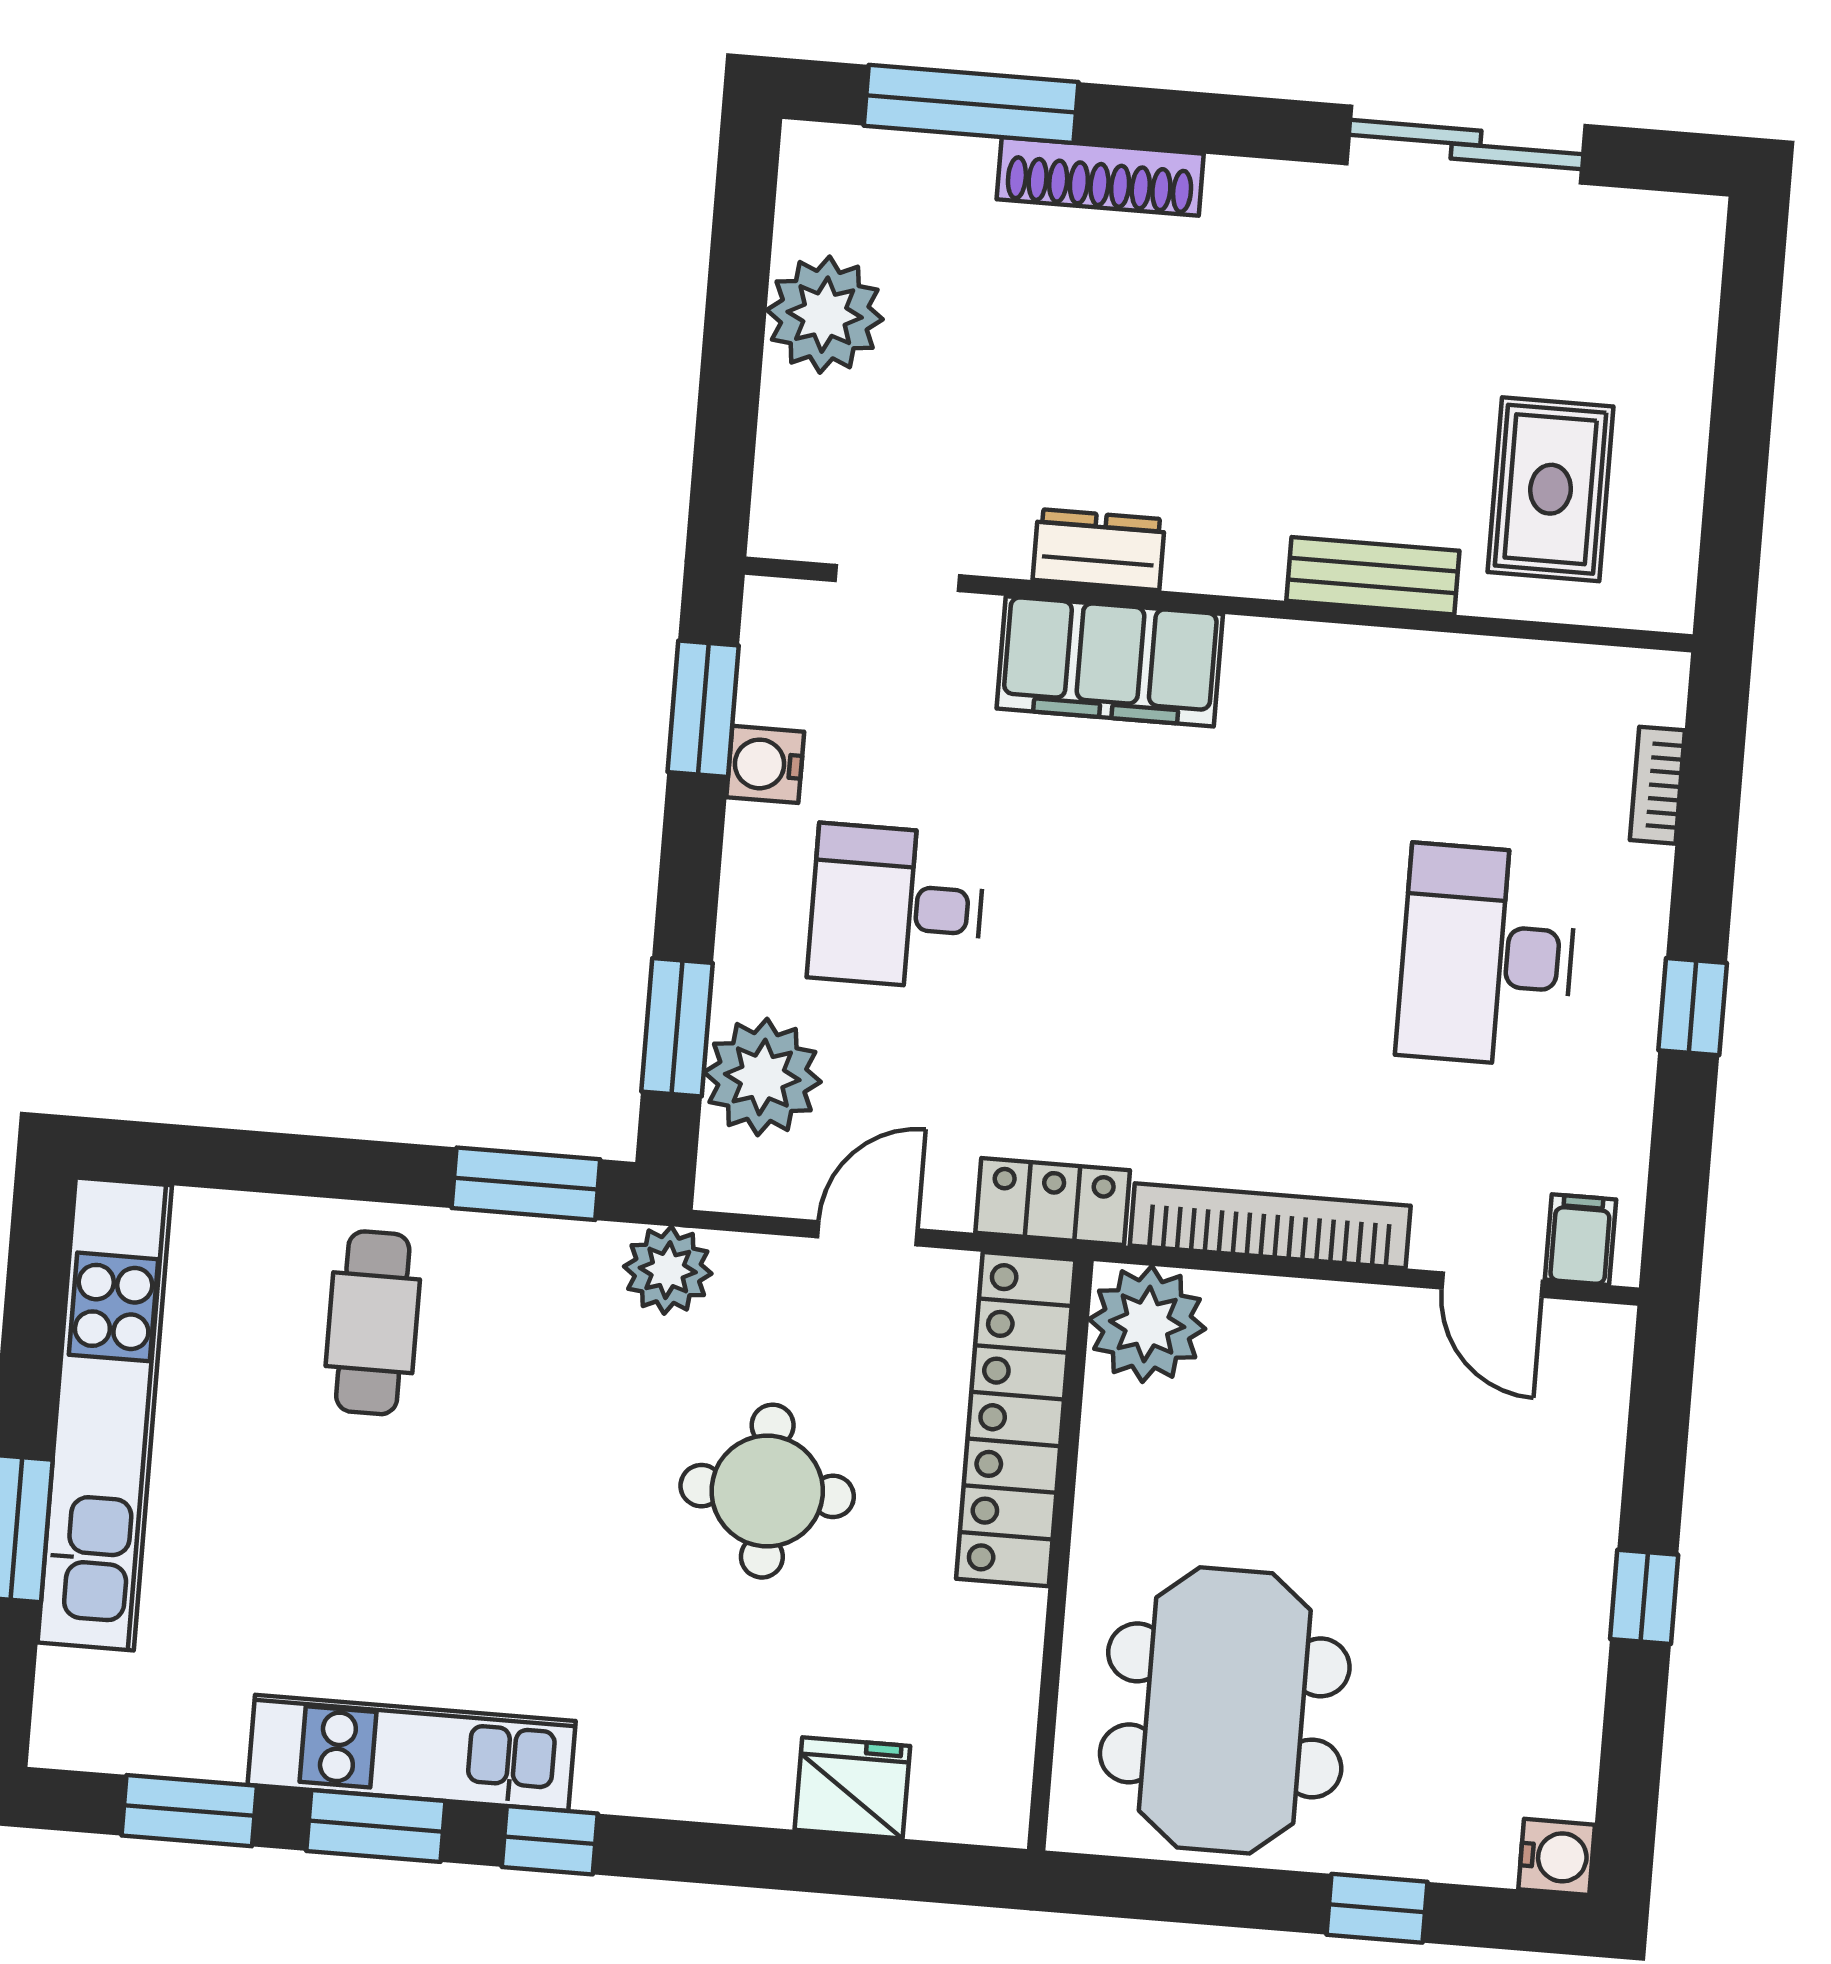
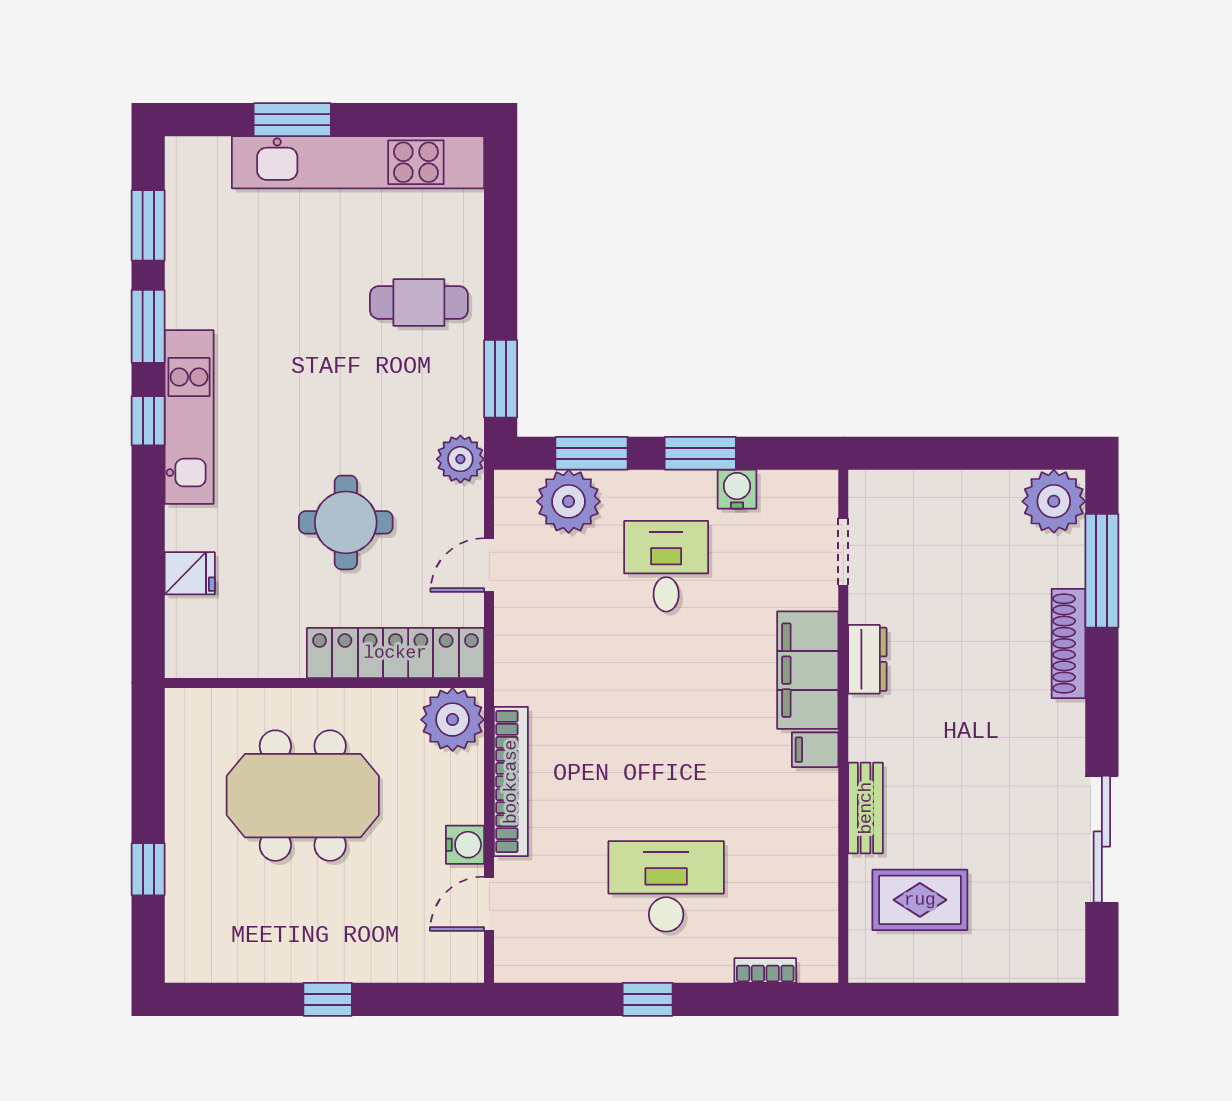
plant: (825, 315) -> (1054, 501), moved
window: (703, 709) -> (700, 453), moved
locker: (1053, 1202) -> (514, 663), removed
door: (867, 1233) -> (489, 565), swing flipped
filing cabinet: (1580, 1240) -> (815, 750), moved, turned 180
meeting table: (1225, 1710) -> (303, 796), moved
kitchen unit: (412, 1753) -> (189, 417), moved
fridge: (852, 1788) -> (190, 573), width x0.72
water cooler: (1557, 1857) -> (465, 845), moved, turned -90

